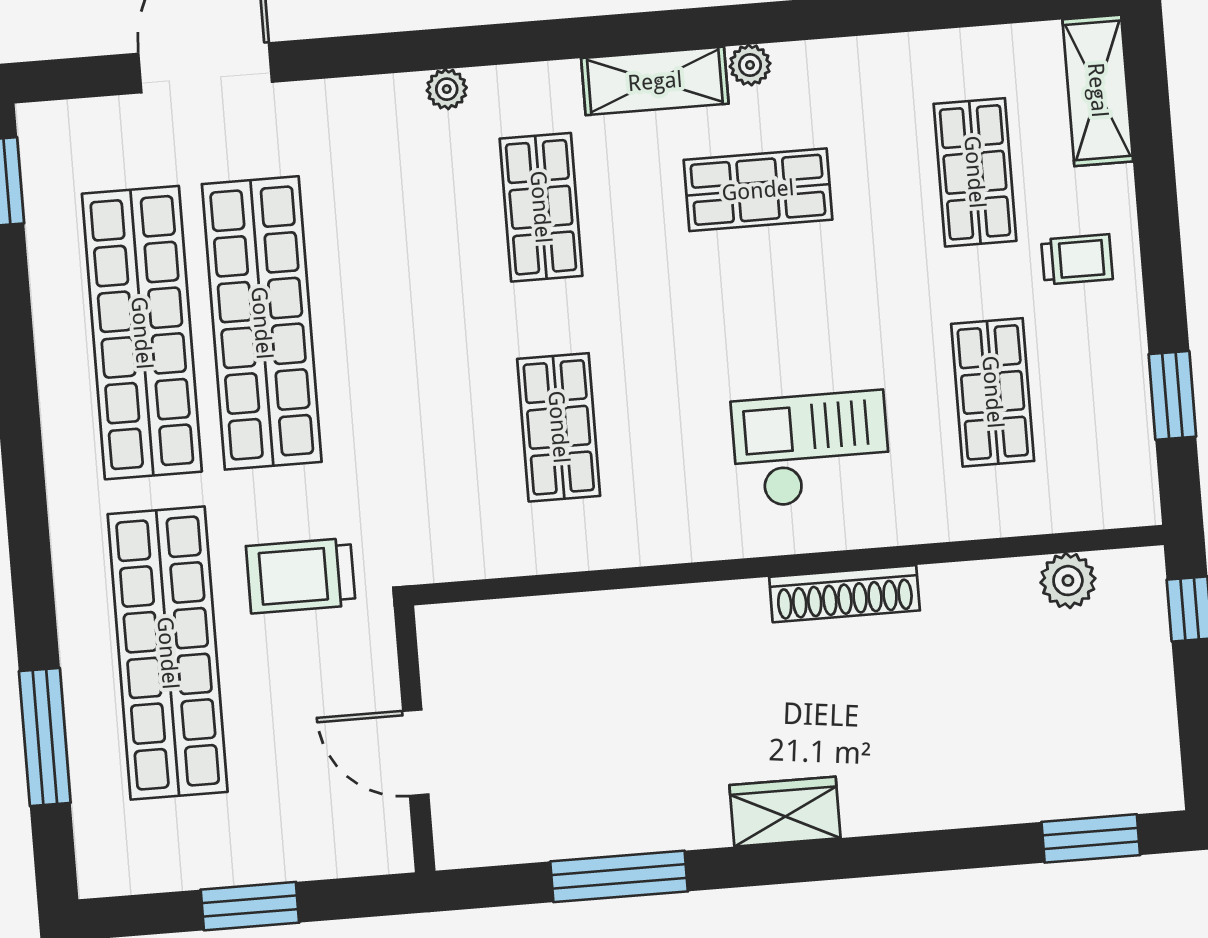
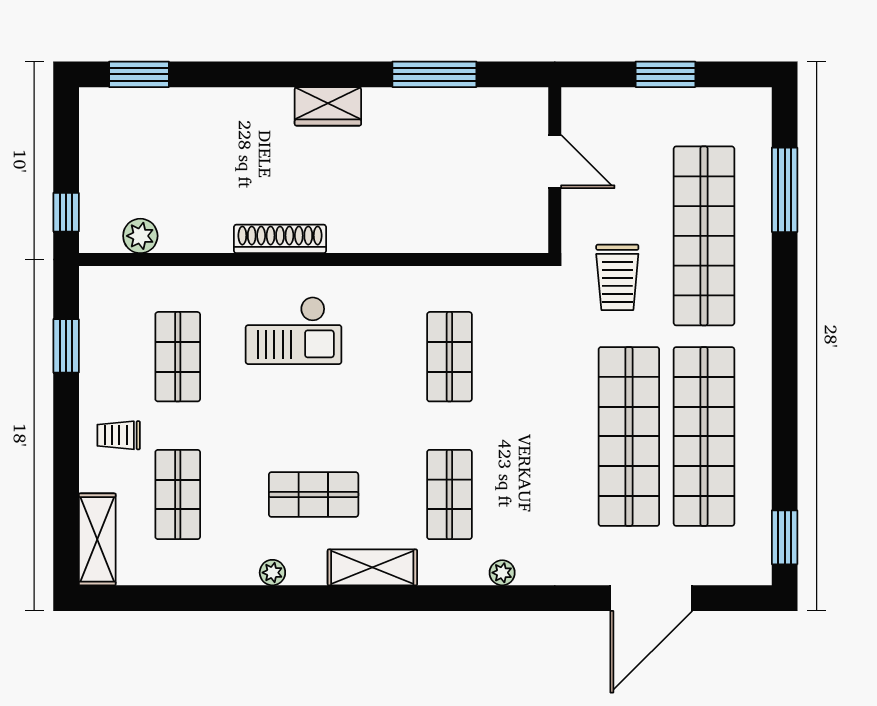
plant: (750, 65) -> (272, 573), moved
trolley: (301, 576) -> (617, 277), turned 90

